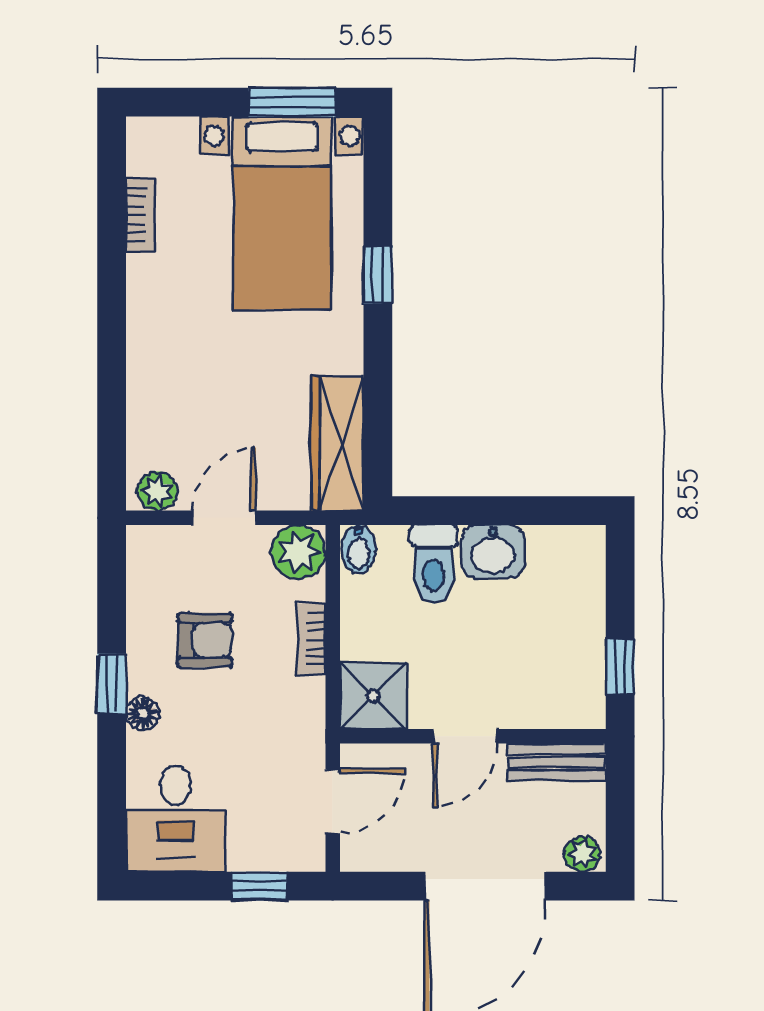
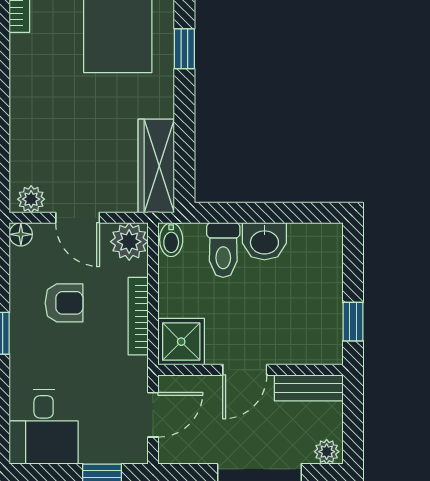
door: (224, 518) -> (78, 218), swing flipped
bookcase: (311, 639) -> (138, 316), width x1.56
floor lamp: (143, 713) -> (21, 234), moved

